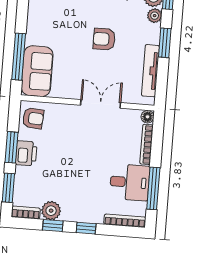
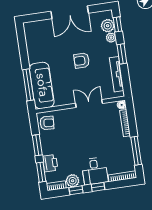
sofa: (37, 71) -> (42, 85), width x1.36
printer: (26, 153) -> (50, 163), moved
desk: (130, 182) -> (95, 171), moved, turned 90

